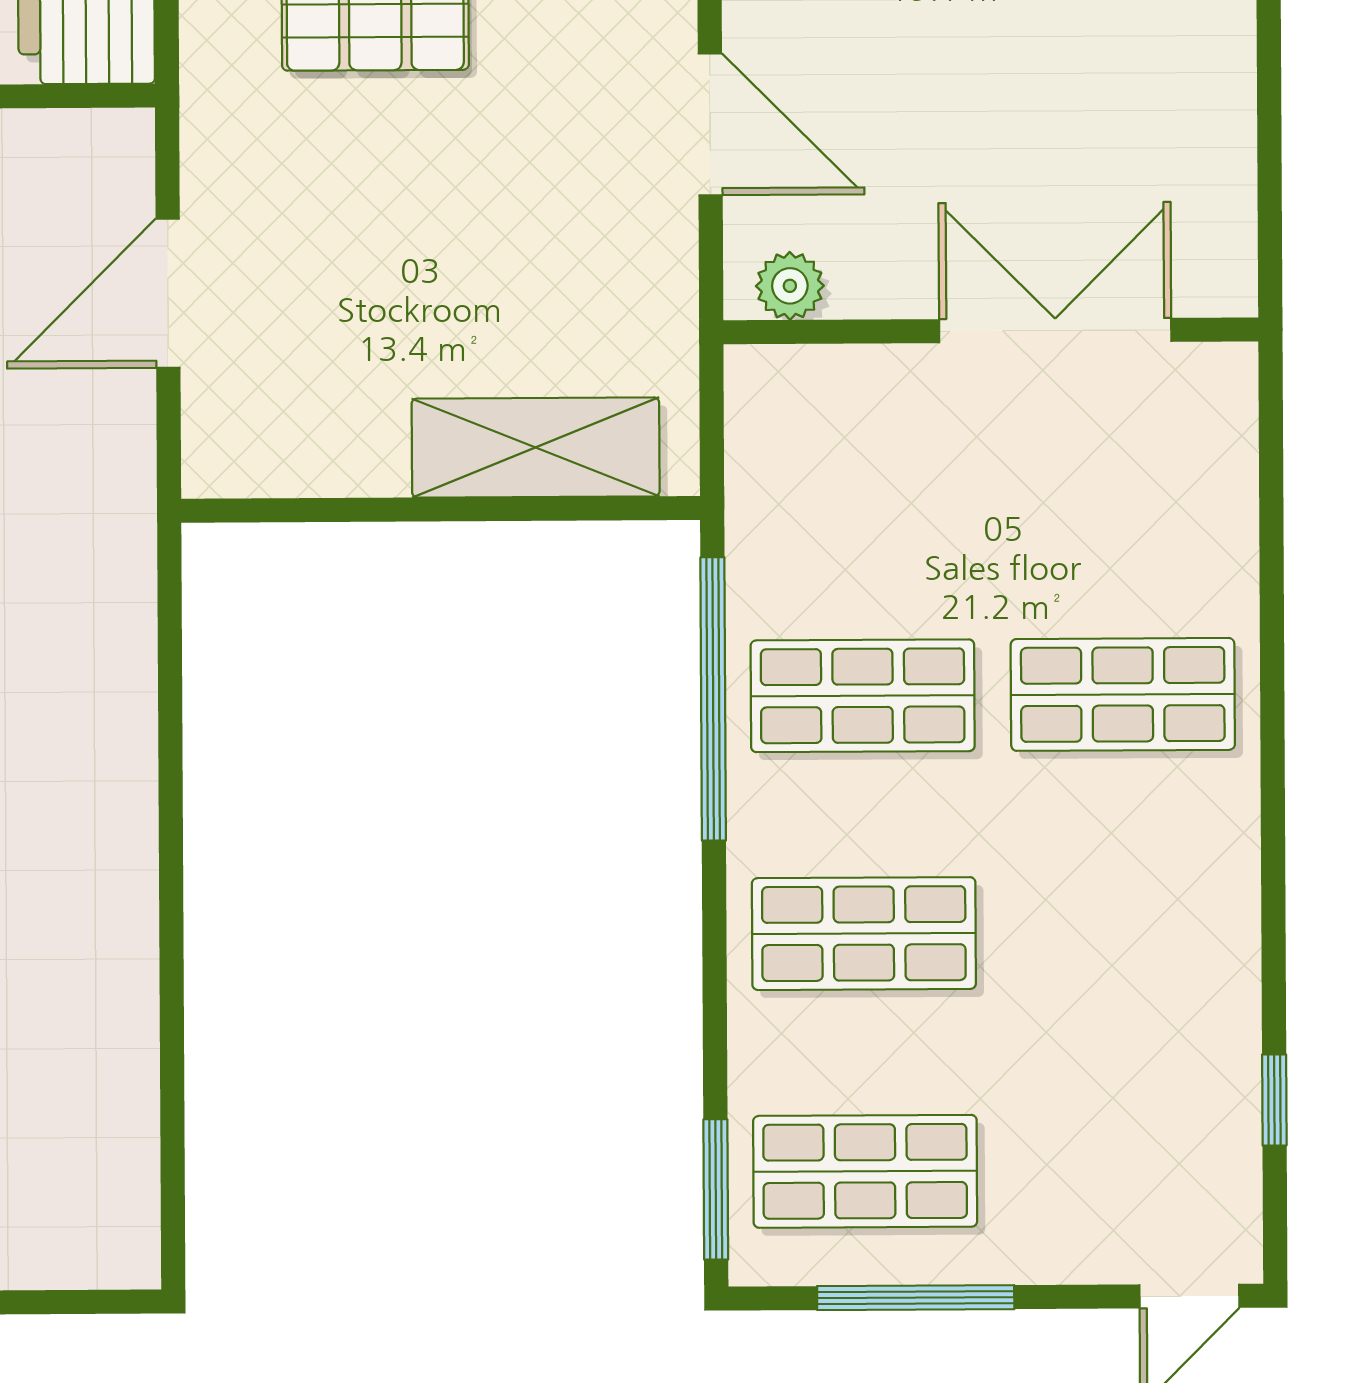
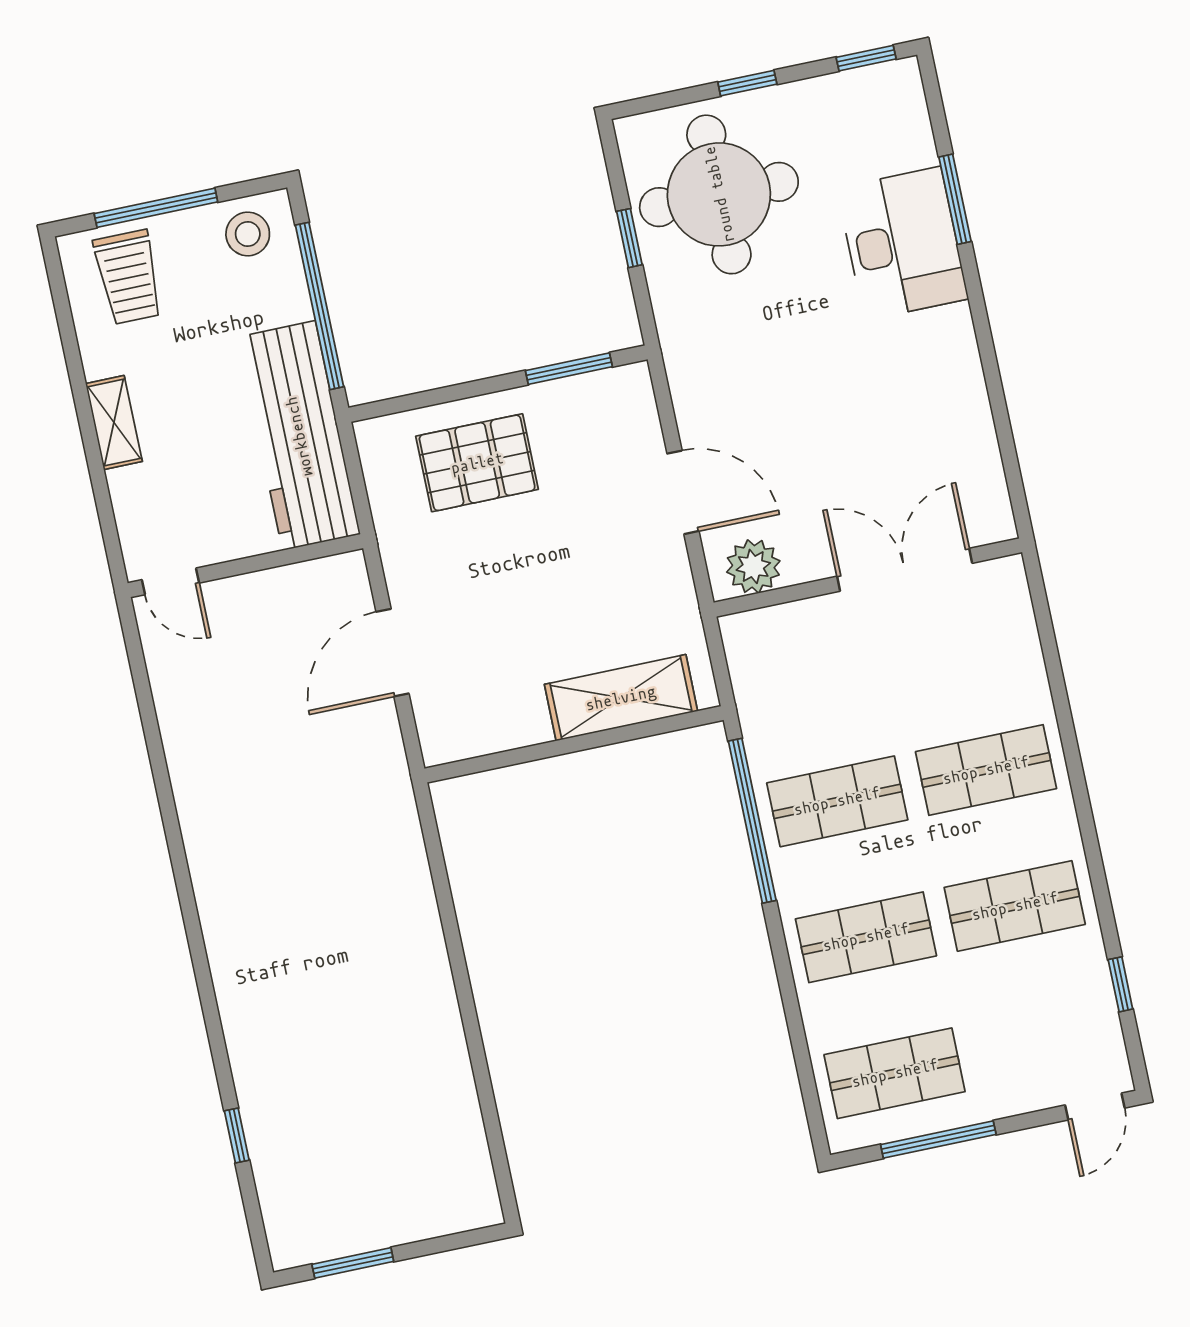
plant: (790, 286) -> (753, 566), width x1.38, depth x1.38
shop shelf: (1124, 932) -> (1015, 906), added
window: (716, 1189) -> (811, 1101), removed

